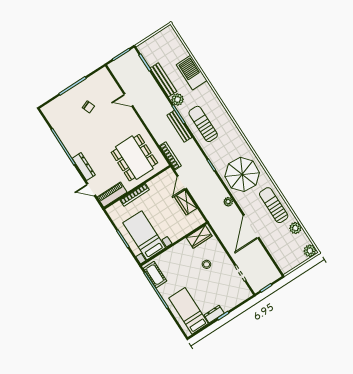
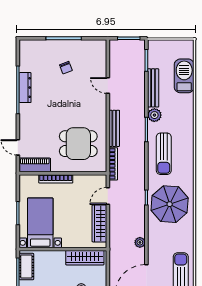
barbecue: (192, 73) -> (184, 76), moved
sun lounger: (203, 124) -> (164, 154), turned 180
bench: (179, 126) -> (114, 128), moved
dining table: (134, 158) -> (78, 144), width x0.73
dresser: (84, 167) -> (25, 88), moved
parasol: (242, 174) -> (170, 204), moved
wardrobe: (186, 202) -> (99, 223), width x1.50
wardrobe: (199, 237) -> (85, 258), width x1.50

